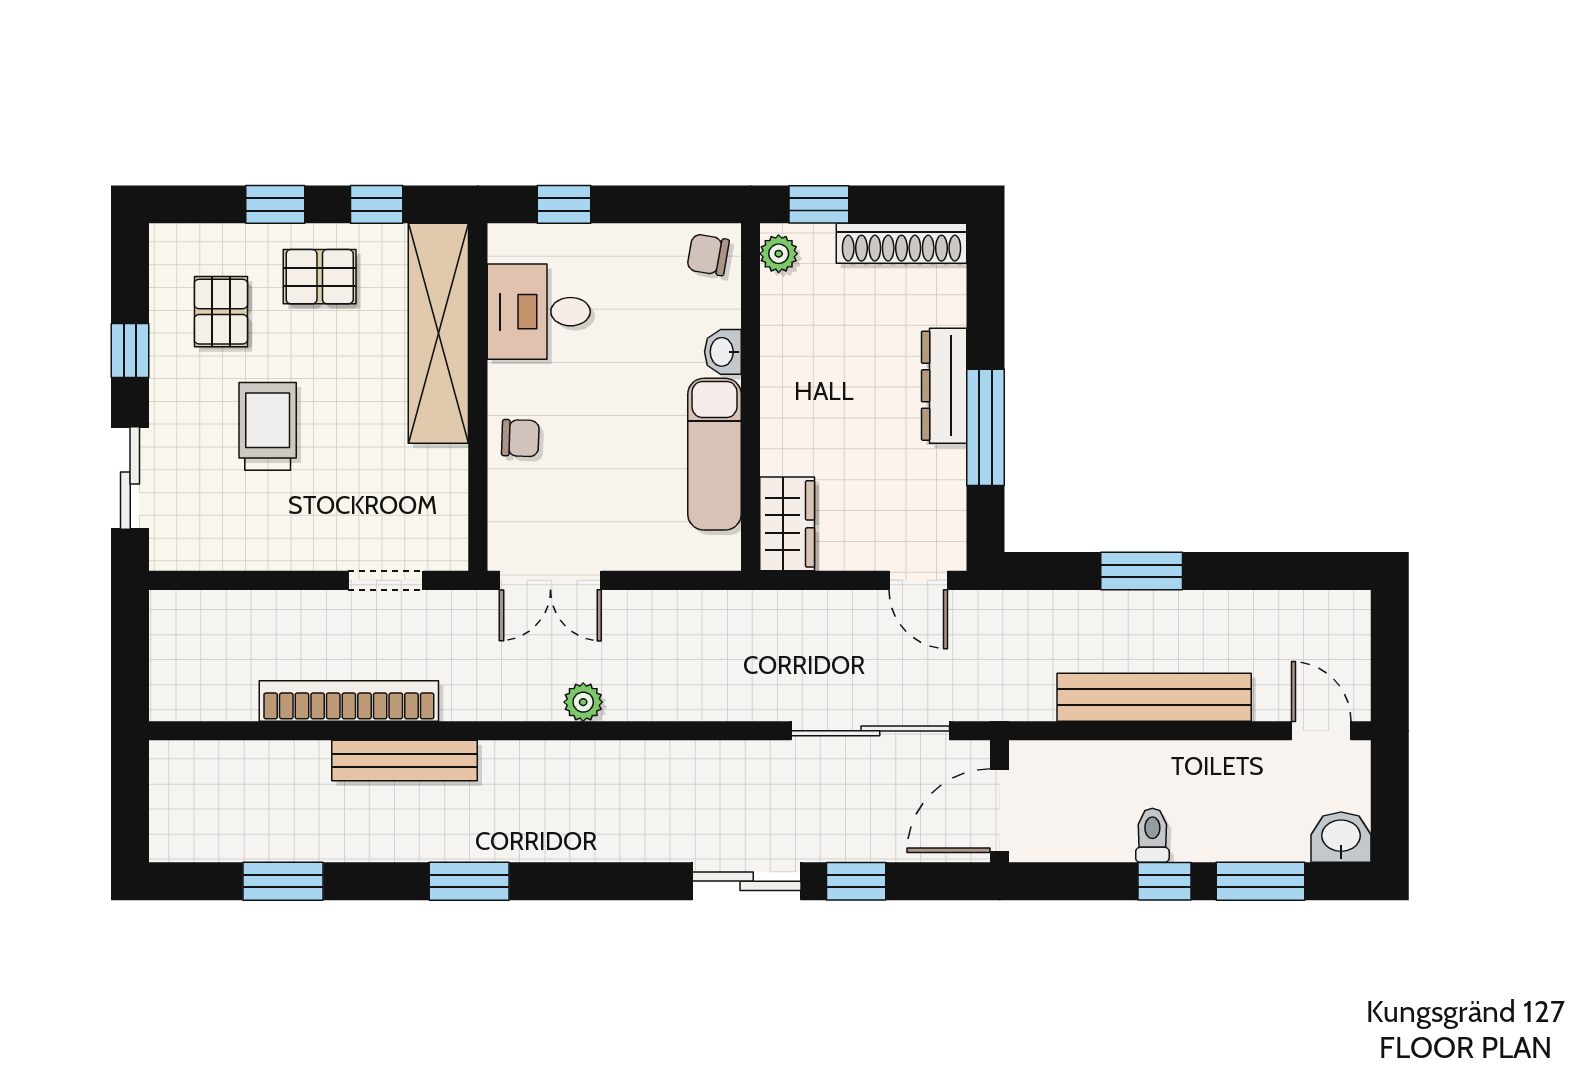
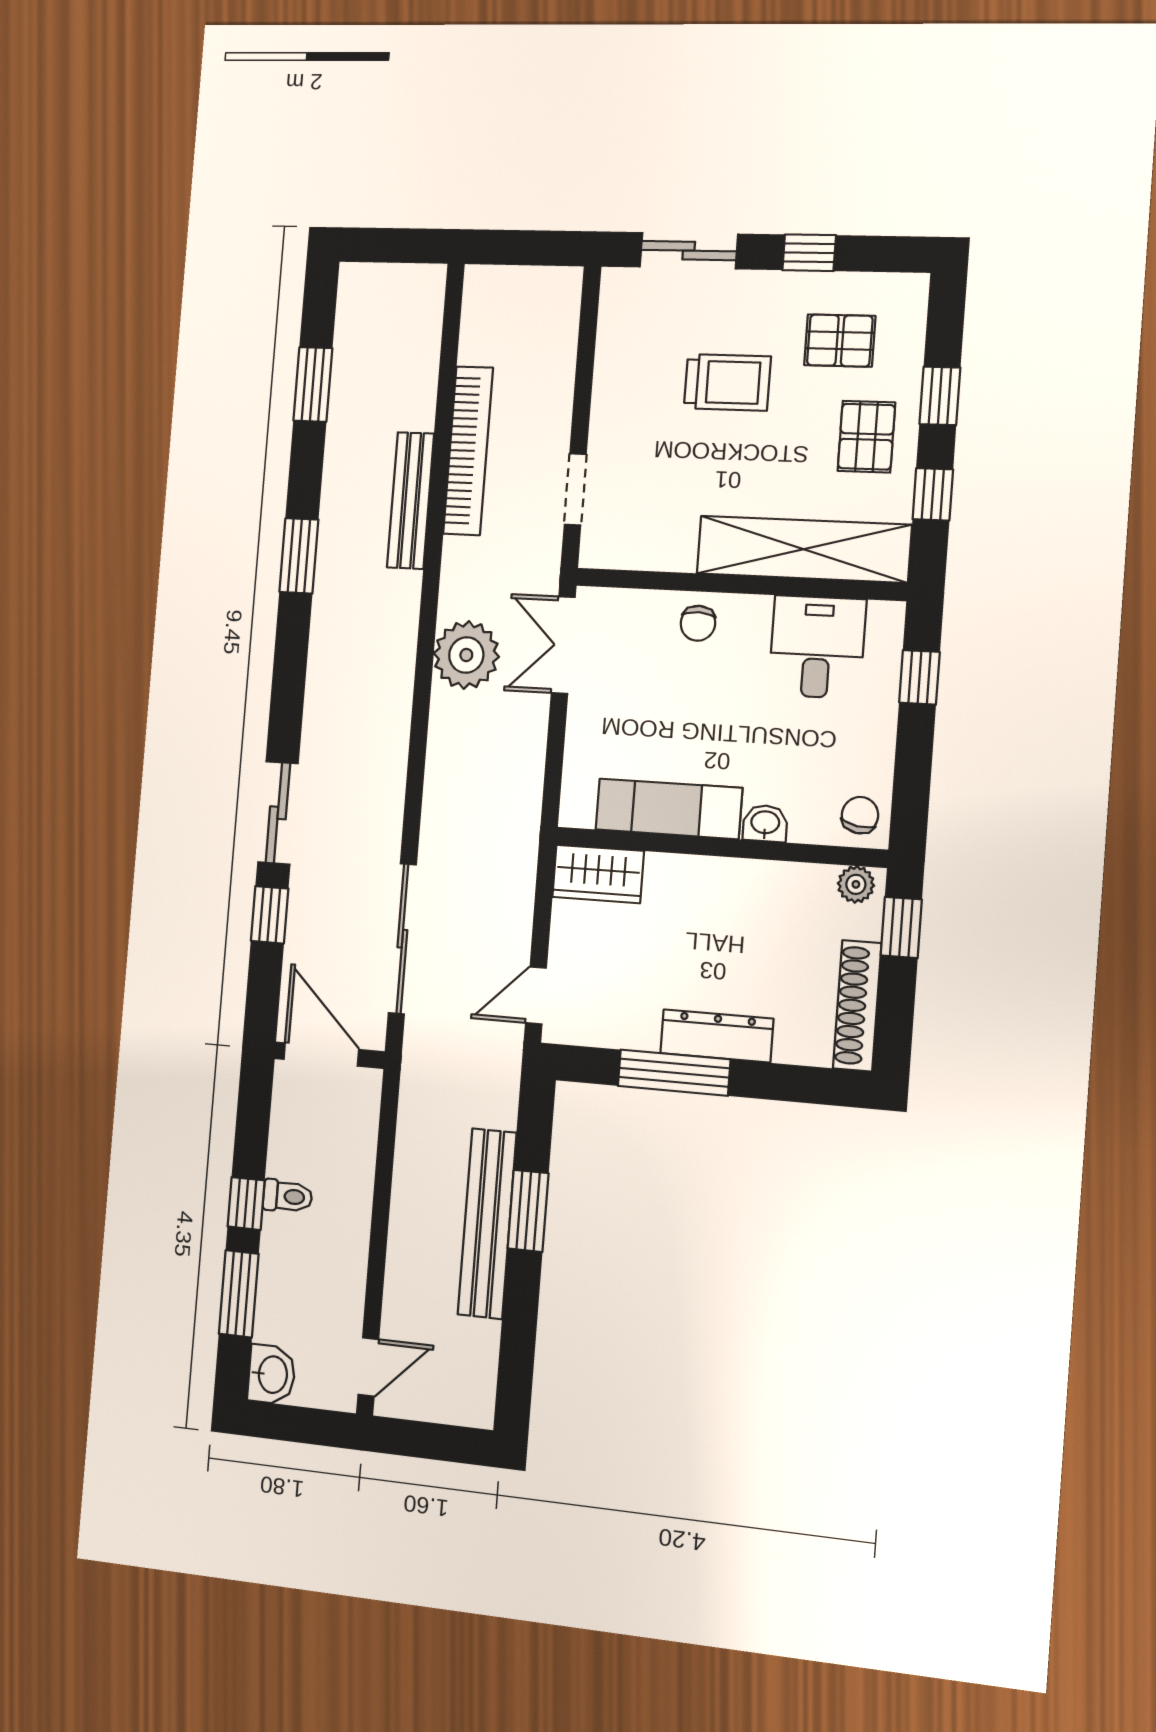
bench: (1154, 697) -> (487, 1224), moved
plant: (583, 702) -> (466, 655), width x1.88, depth x1.88

